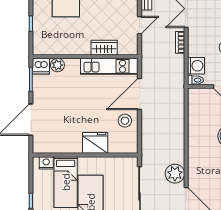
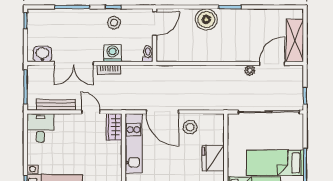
wardrobe: (104, 48) -> (114, 127), moved
washing machine: (196, 66) -> (113, 53), moved
plant: (175, 174) -> (250, 70), width x0.53, depth x0.53

